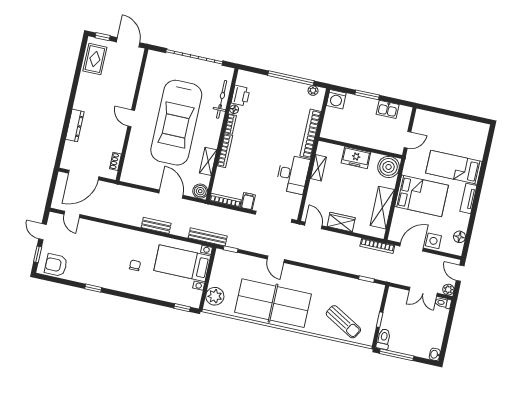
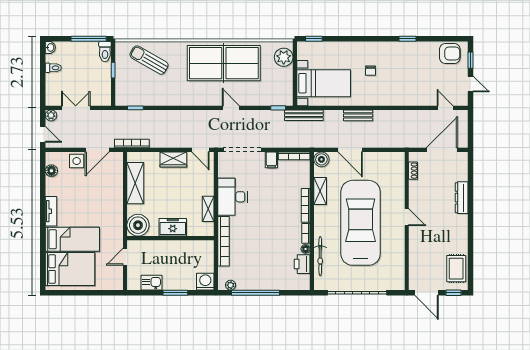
bed: (422, 196) -> (70, 269), moved, turned 180
toilet: (443, 303) -> (53, 68), moved

